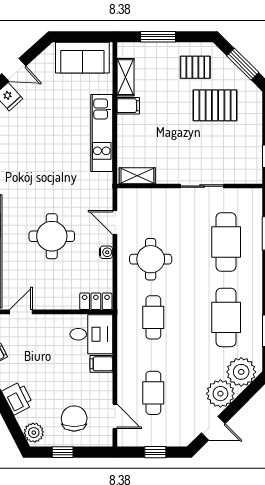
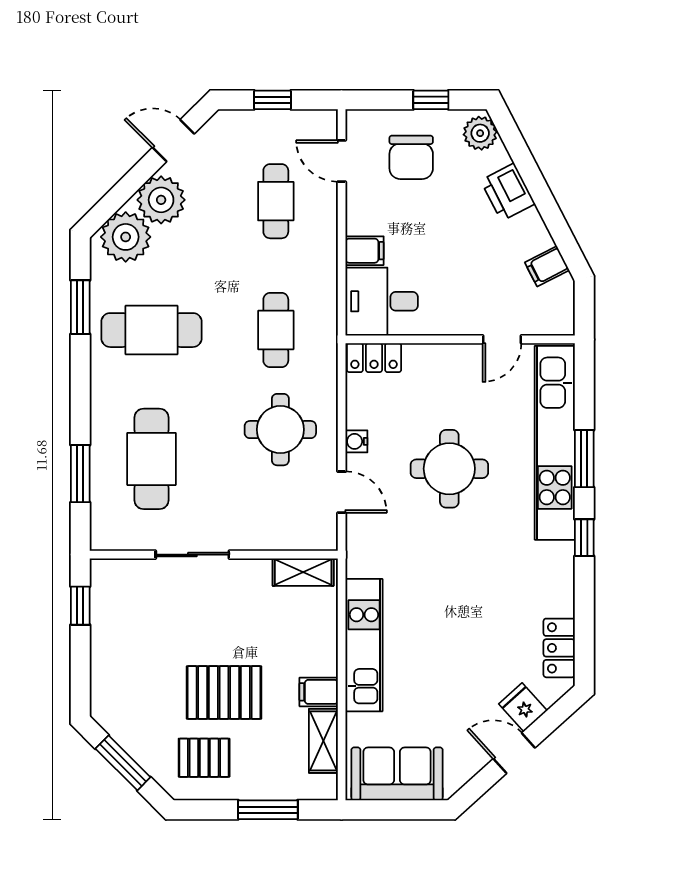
pallet: (215, 105) -> (224, 693), moved
cafe table: (226, 317) -> (152, 330), turned 90

